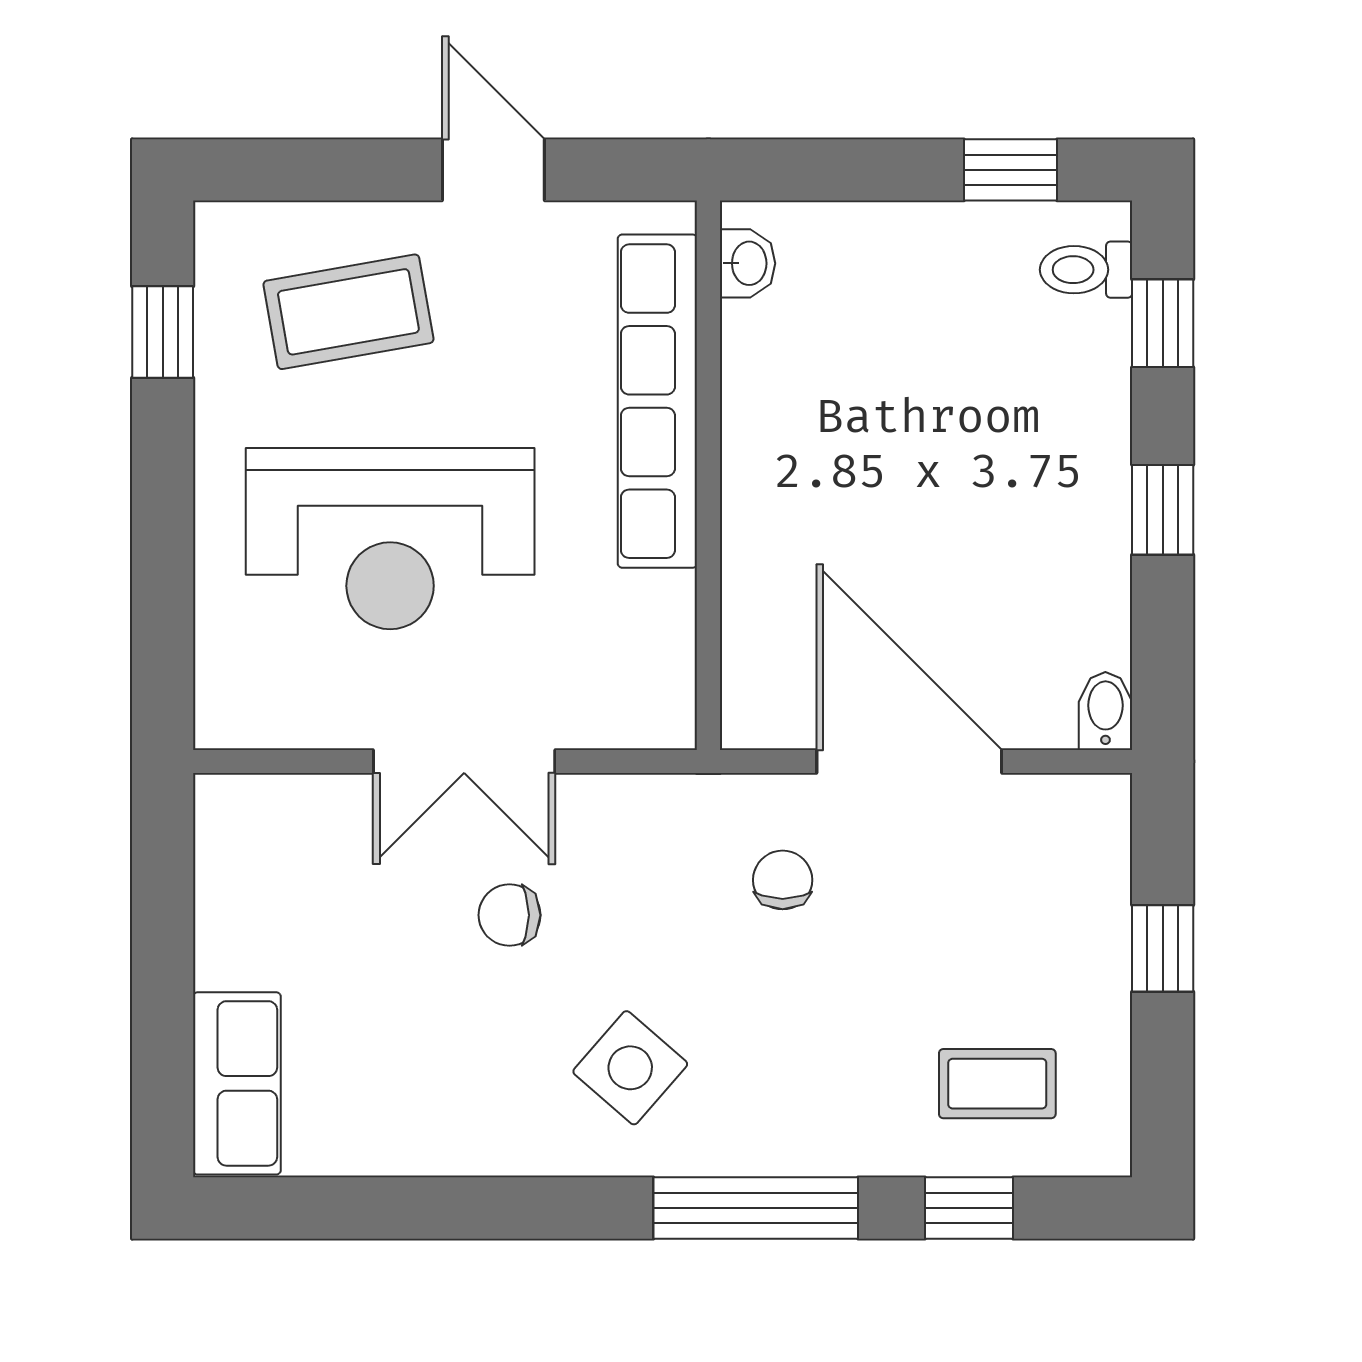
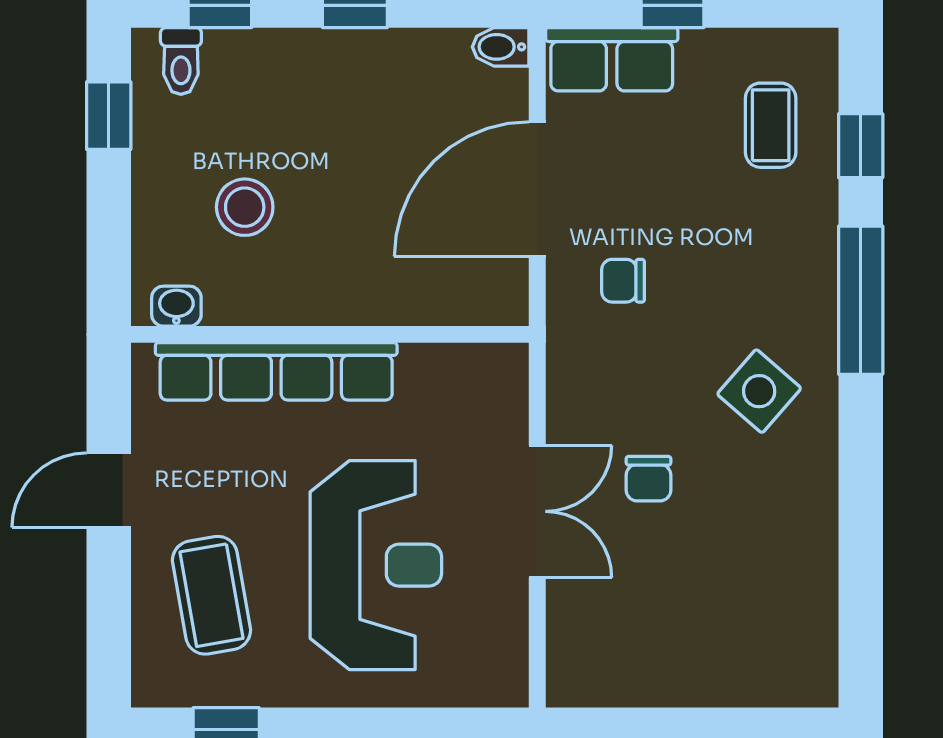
stool: (884, 358) -> (245, 207), added
row of seats: (237, 1083) -> (612, 59), moved, turned 180

